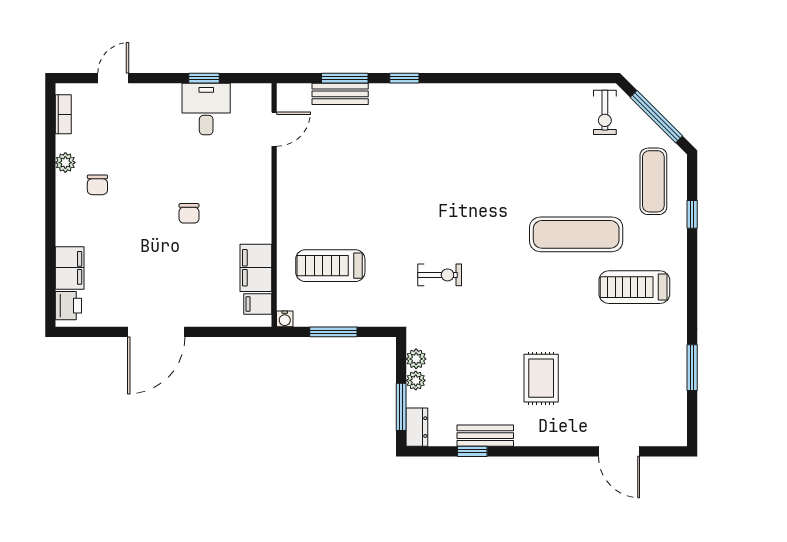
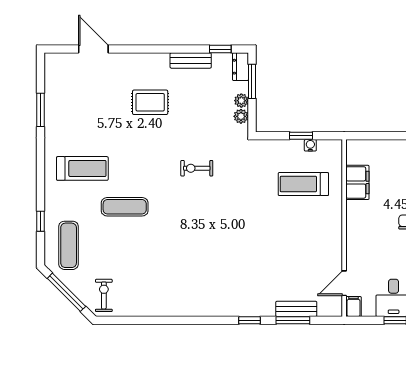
exercise mat: (576, 234) -> (125, 207), width x0.73, depth x0.69
treadmill: (330, 266) -> (303, 184), turned 180
exercise bike: (440, 275) -> (197, 168), moved
filing cabinet: (258, 304) -> (354, 307), moved, turned -90
water cooler: (285, 319) -> (310, 145), moved
window: (333, 332) -> (301, 136), width x0.67
rug: (541, 378) -> (150, 102), turned 90
window: (472, 451) -> (220, 49), moved

